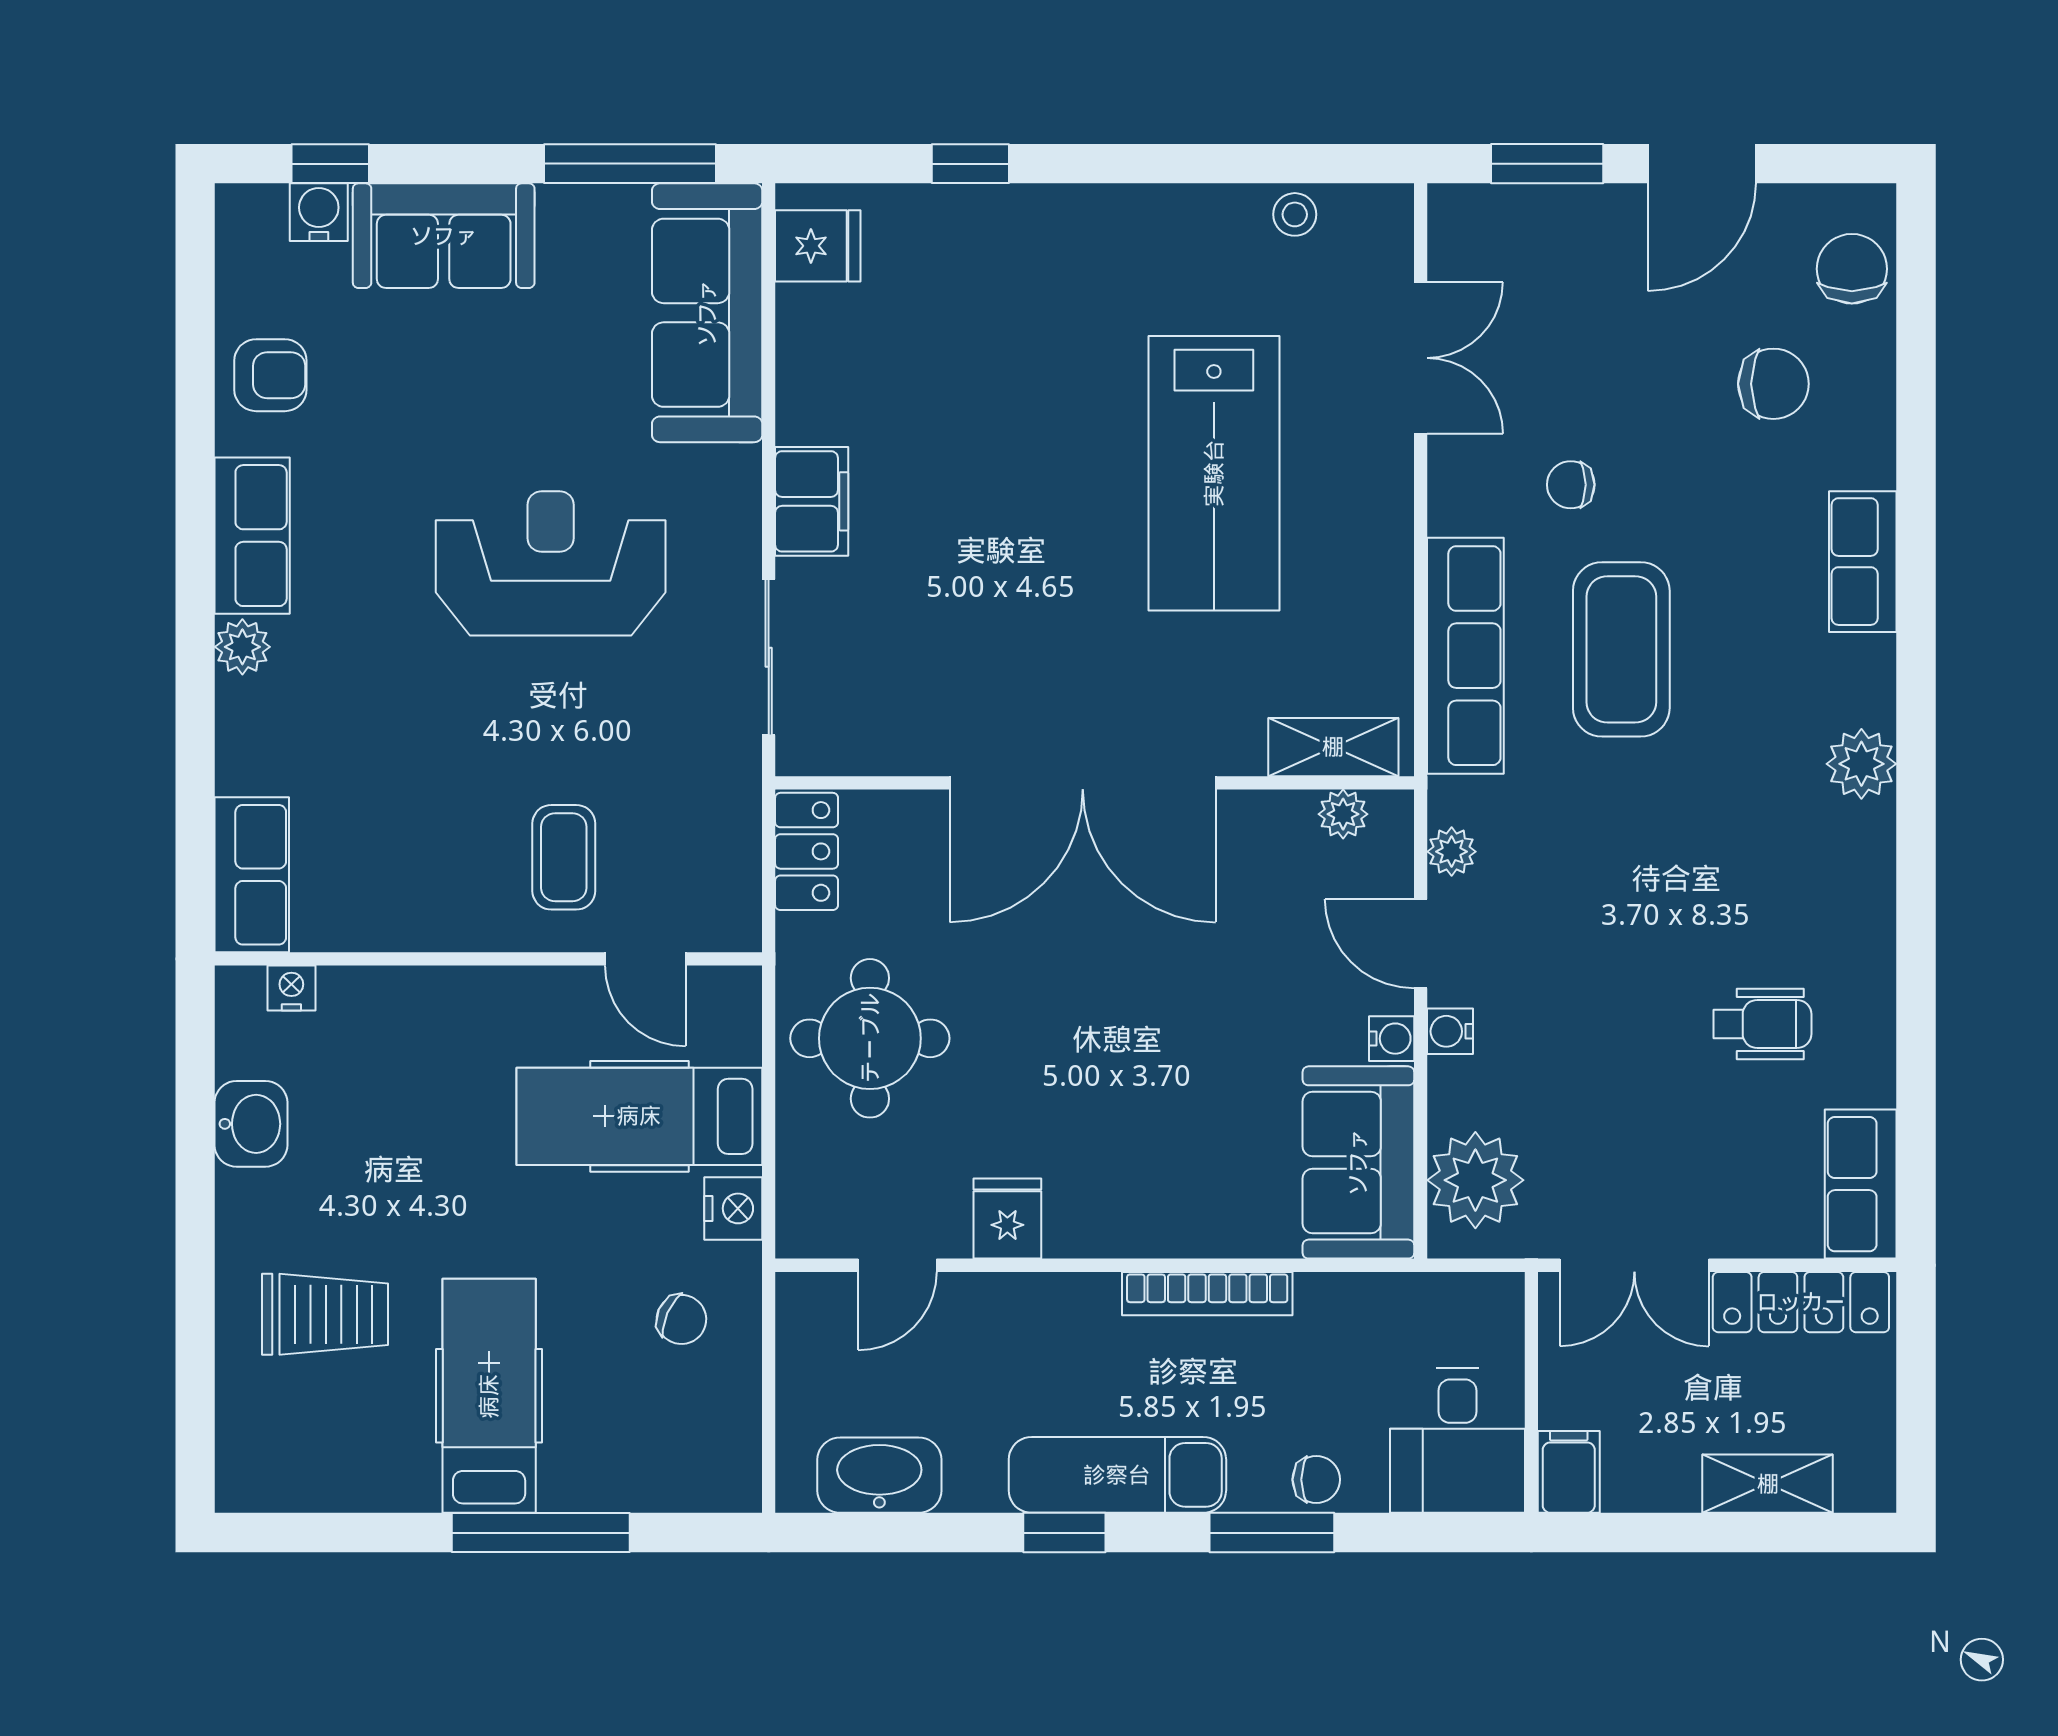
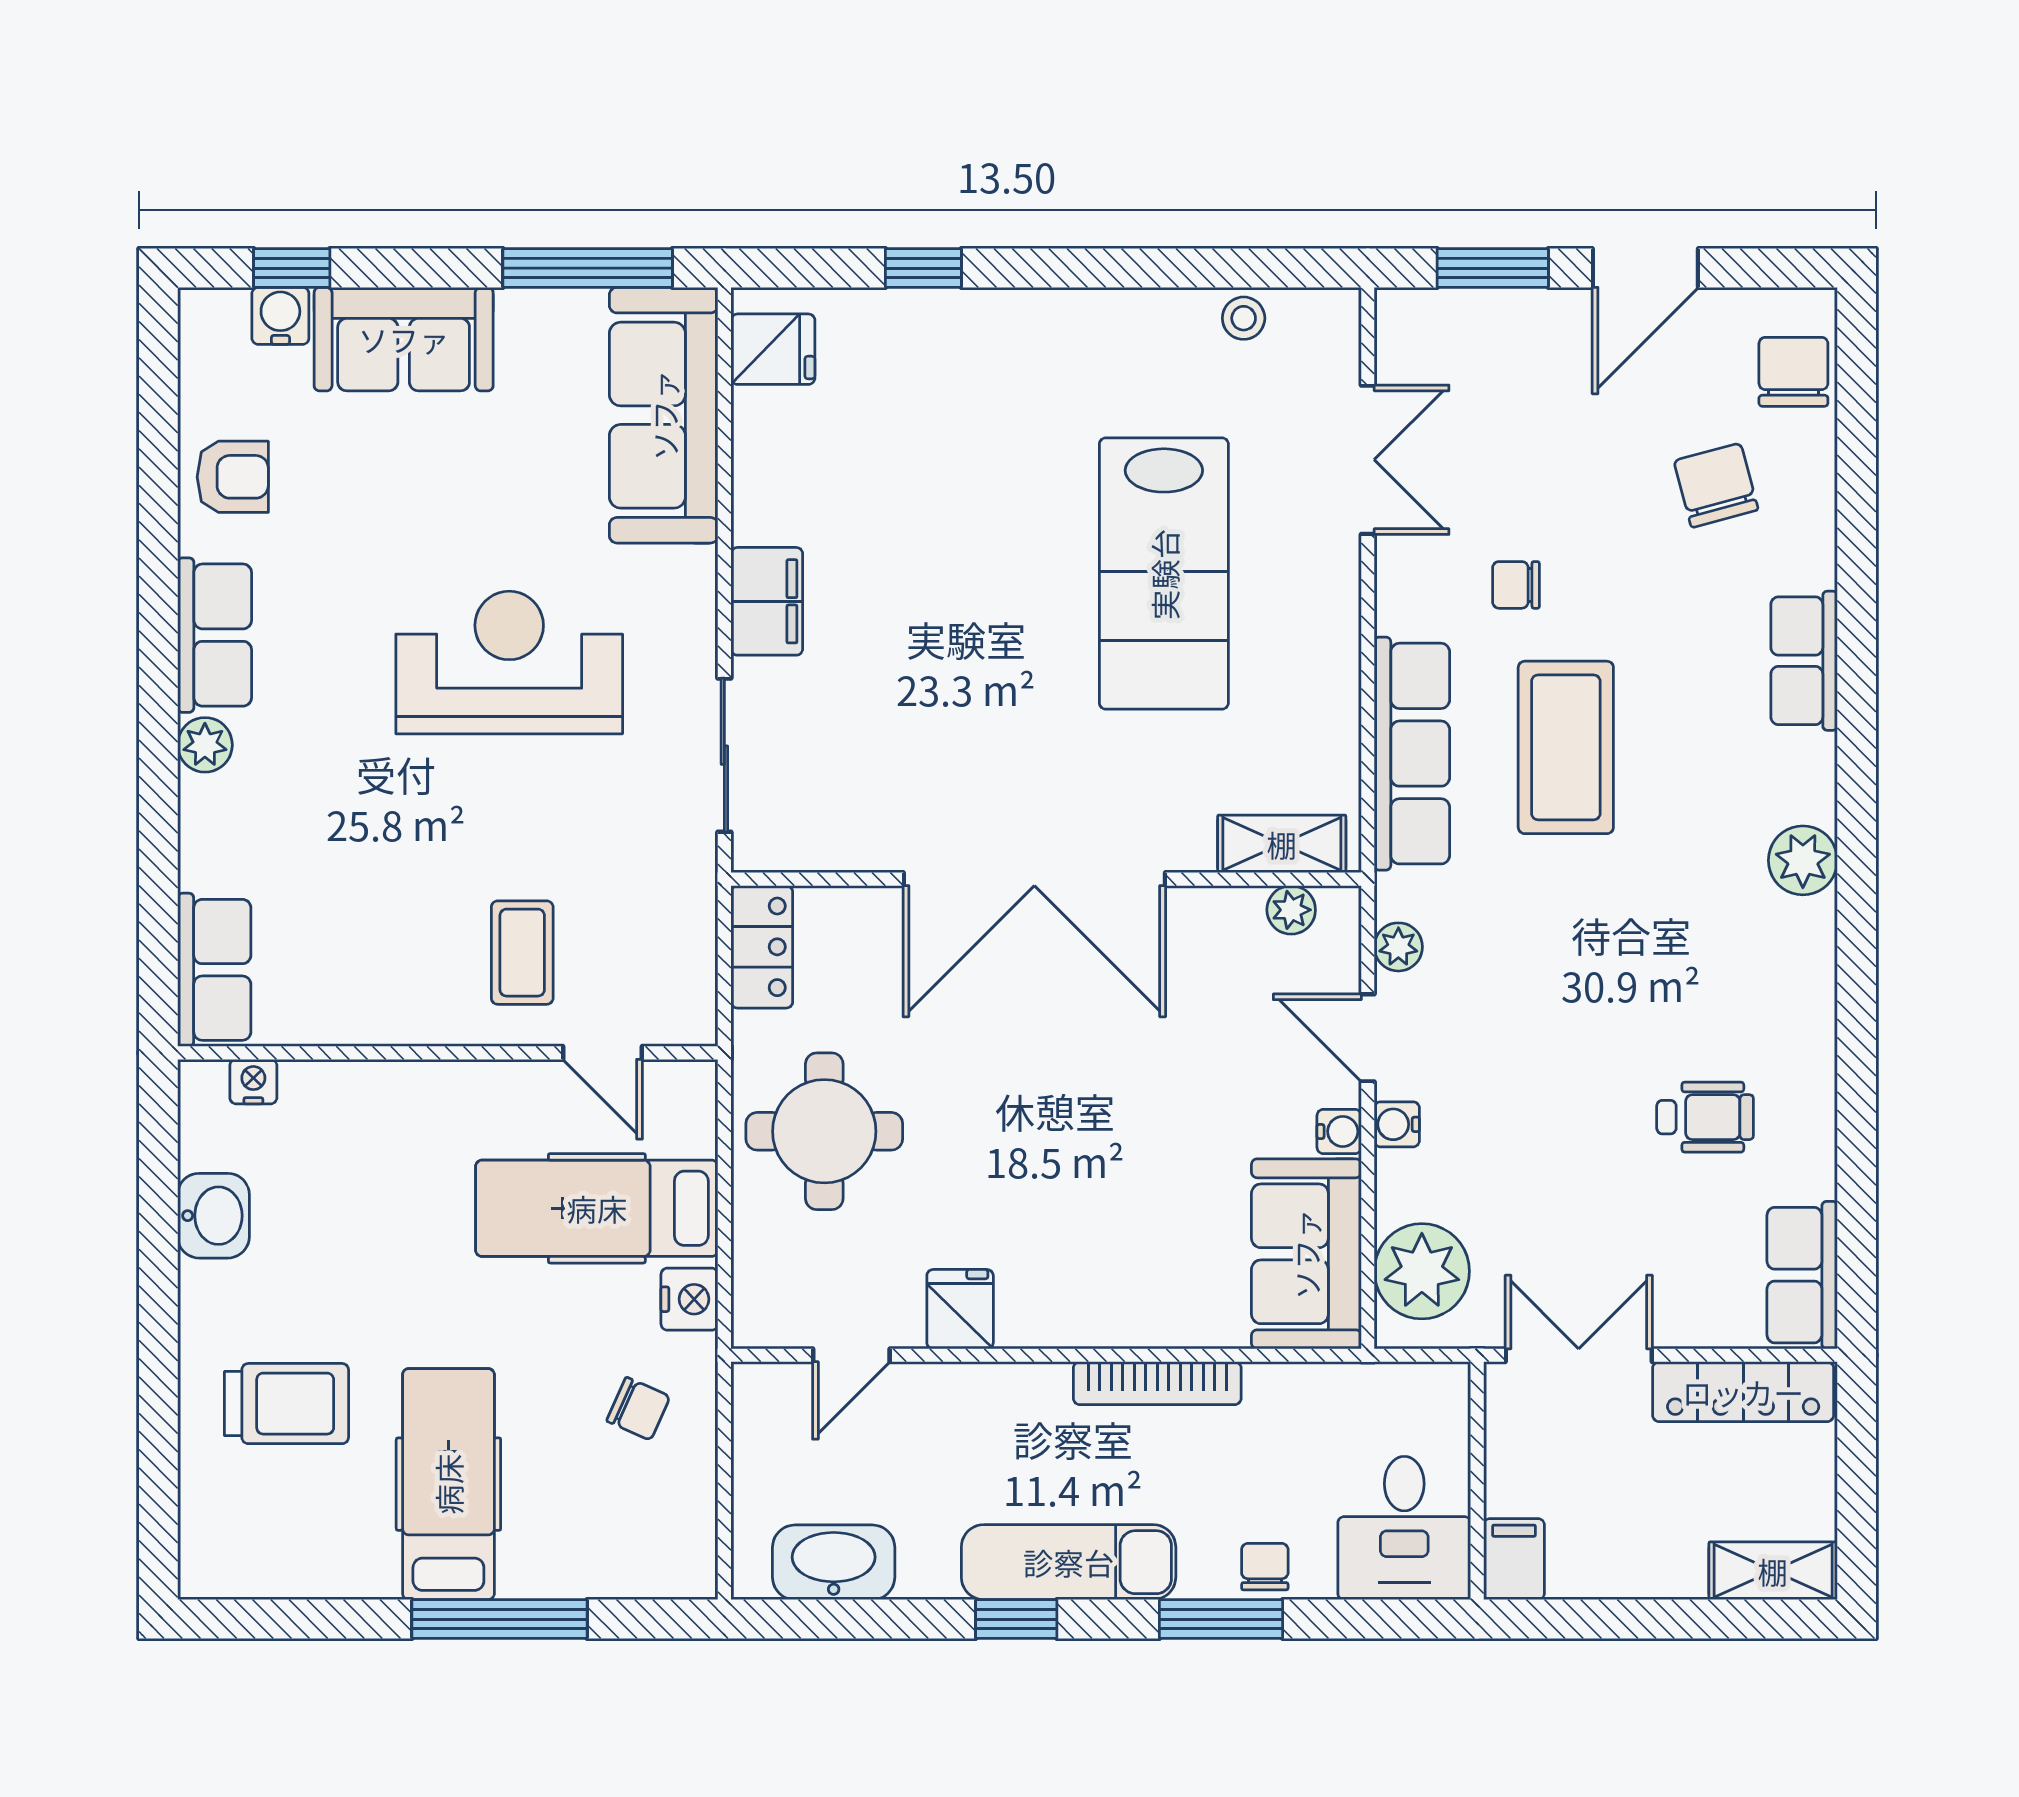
chair: (1773, 384) -> (1716, 485), turned -105
double door: (1634, 1265) -> (1579, 1355), swing flipped
chair: (1316, 1480) -> (1265, 1567), turned -90
shelving: (1768, 1484) -> (1773, 1571), moved

